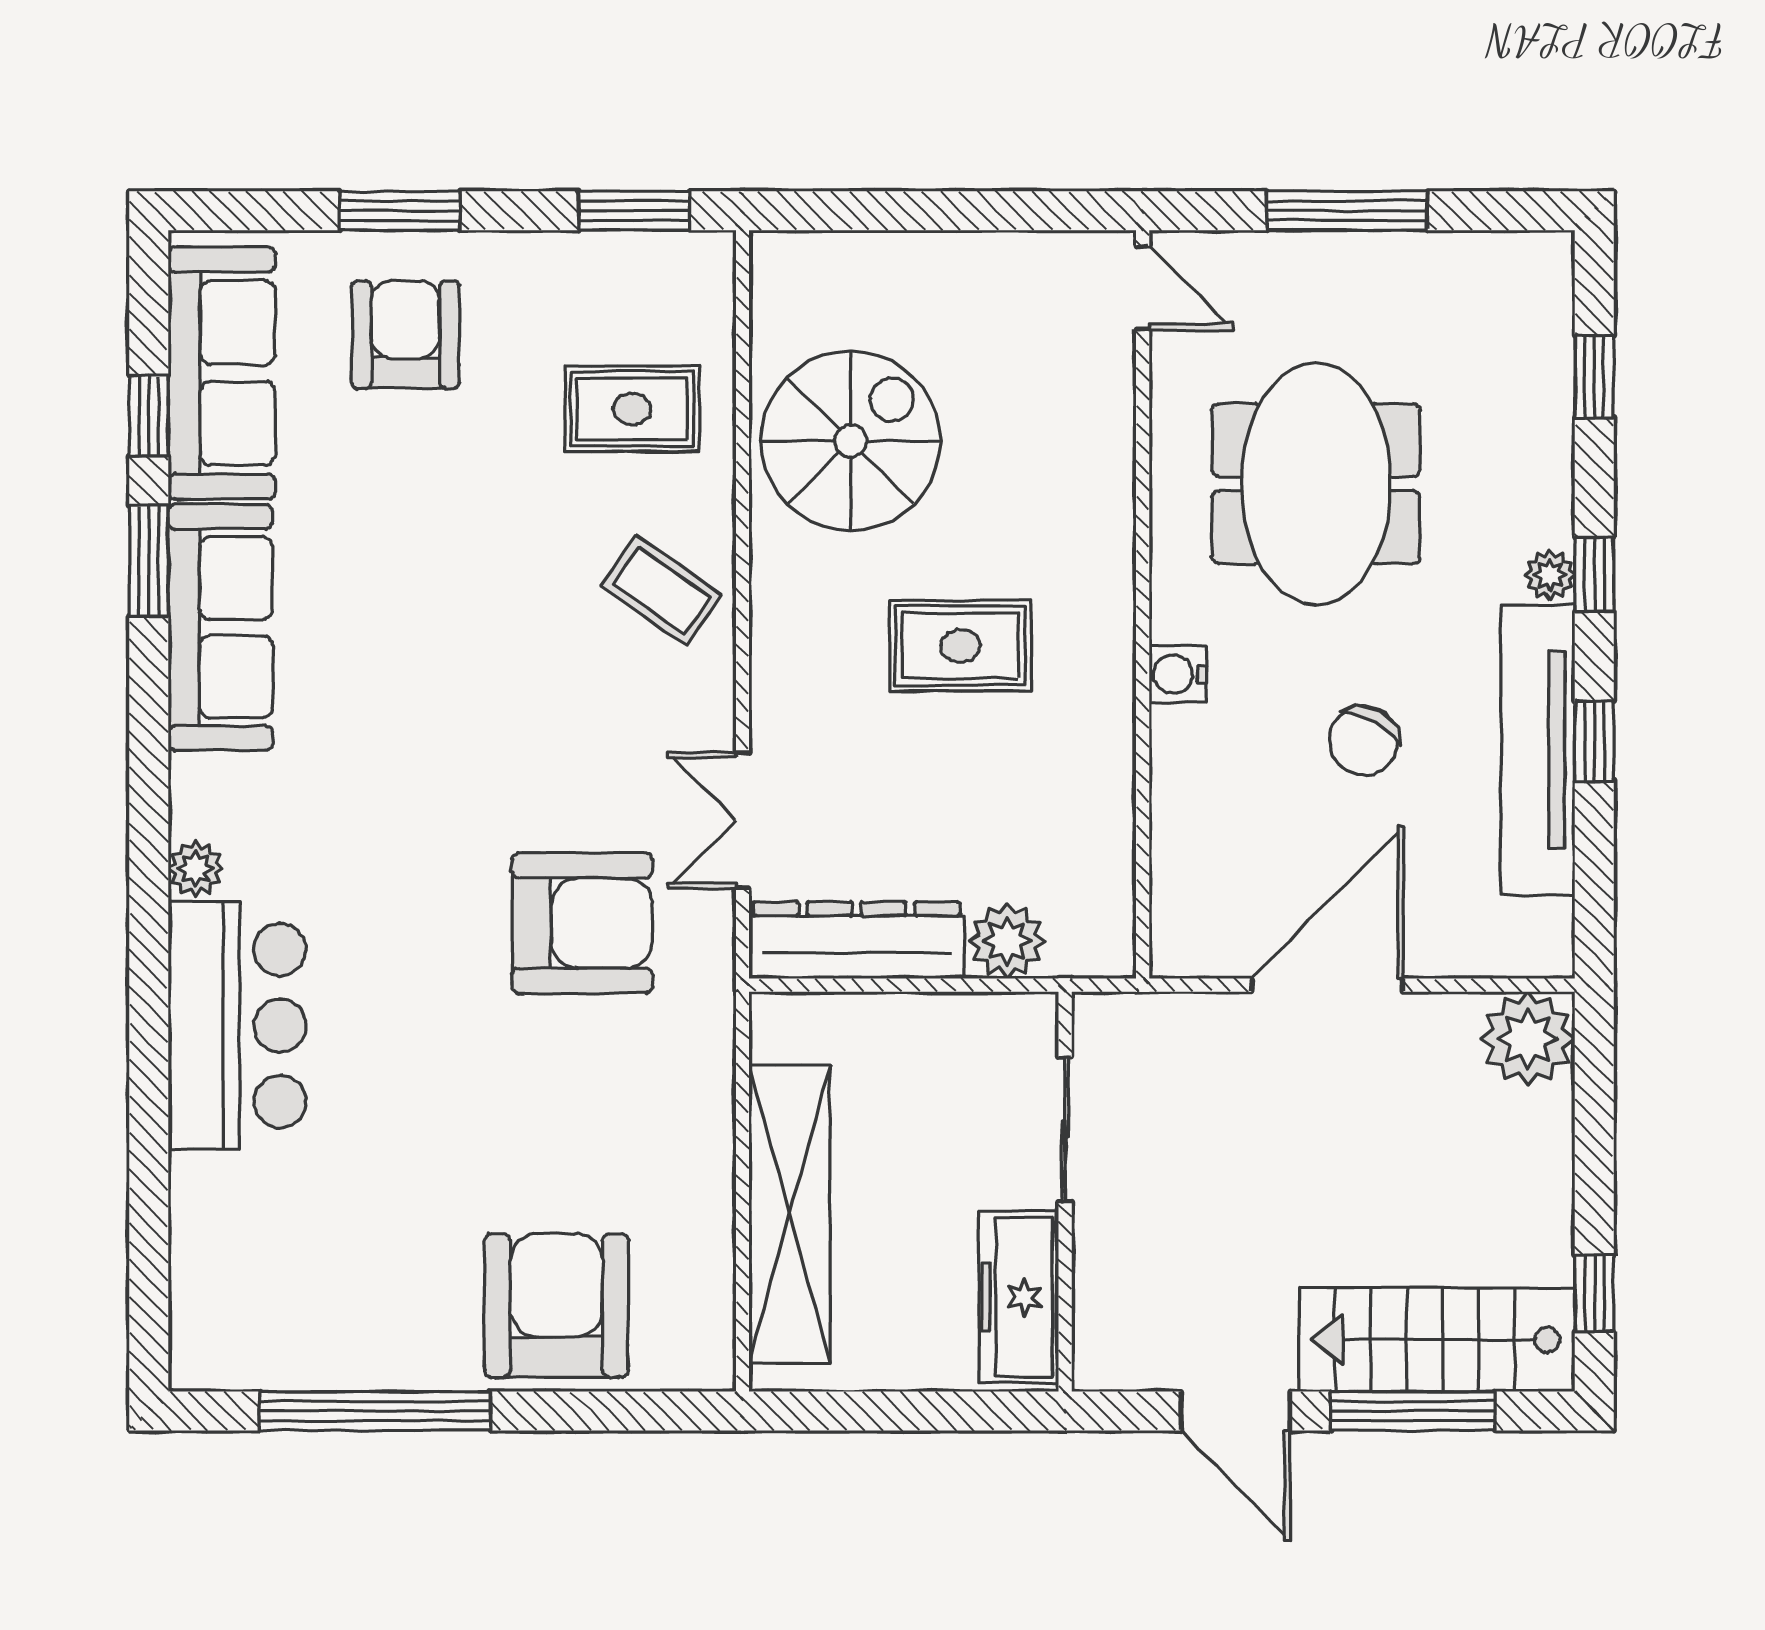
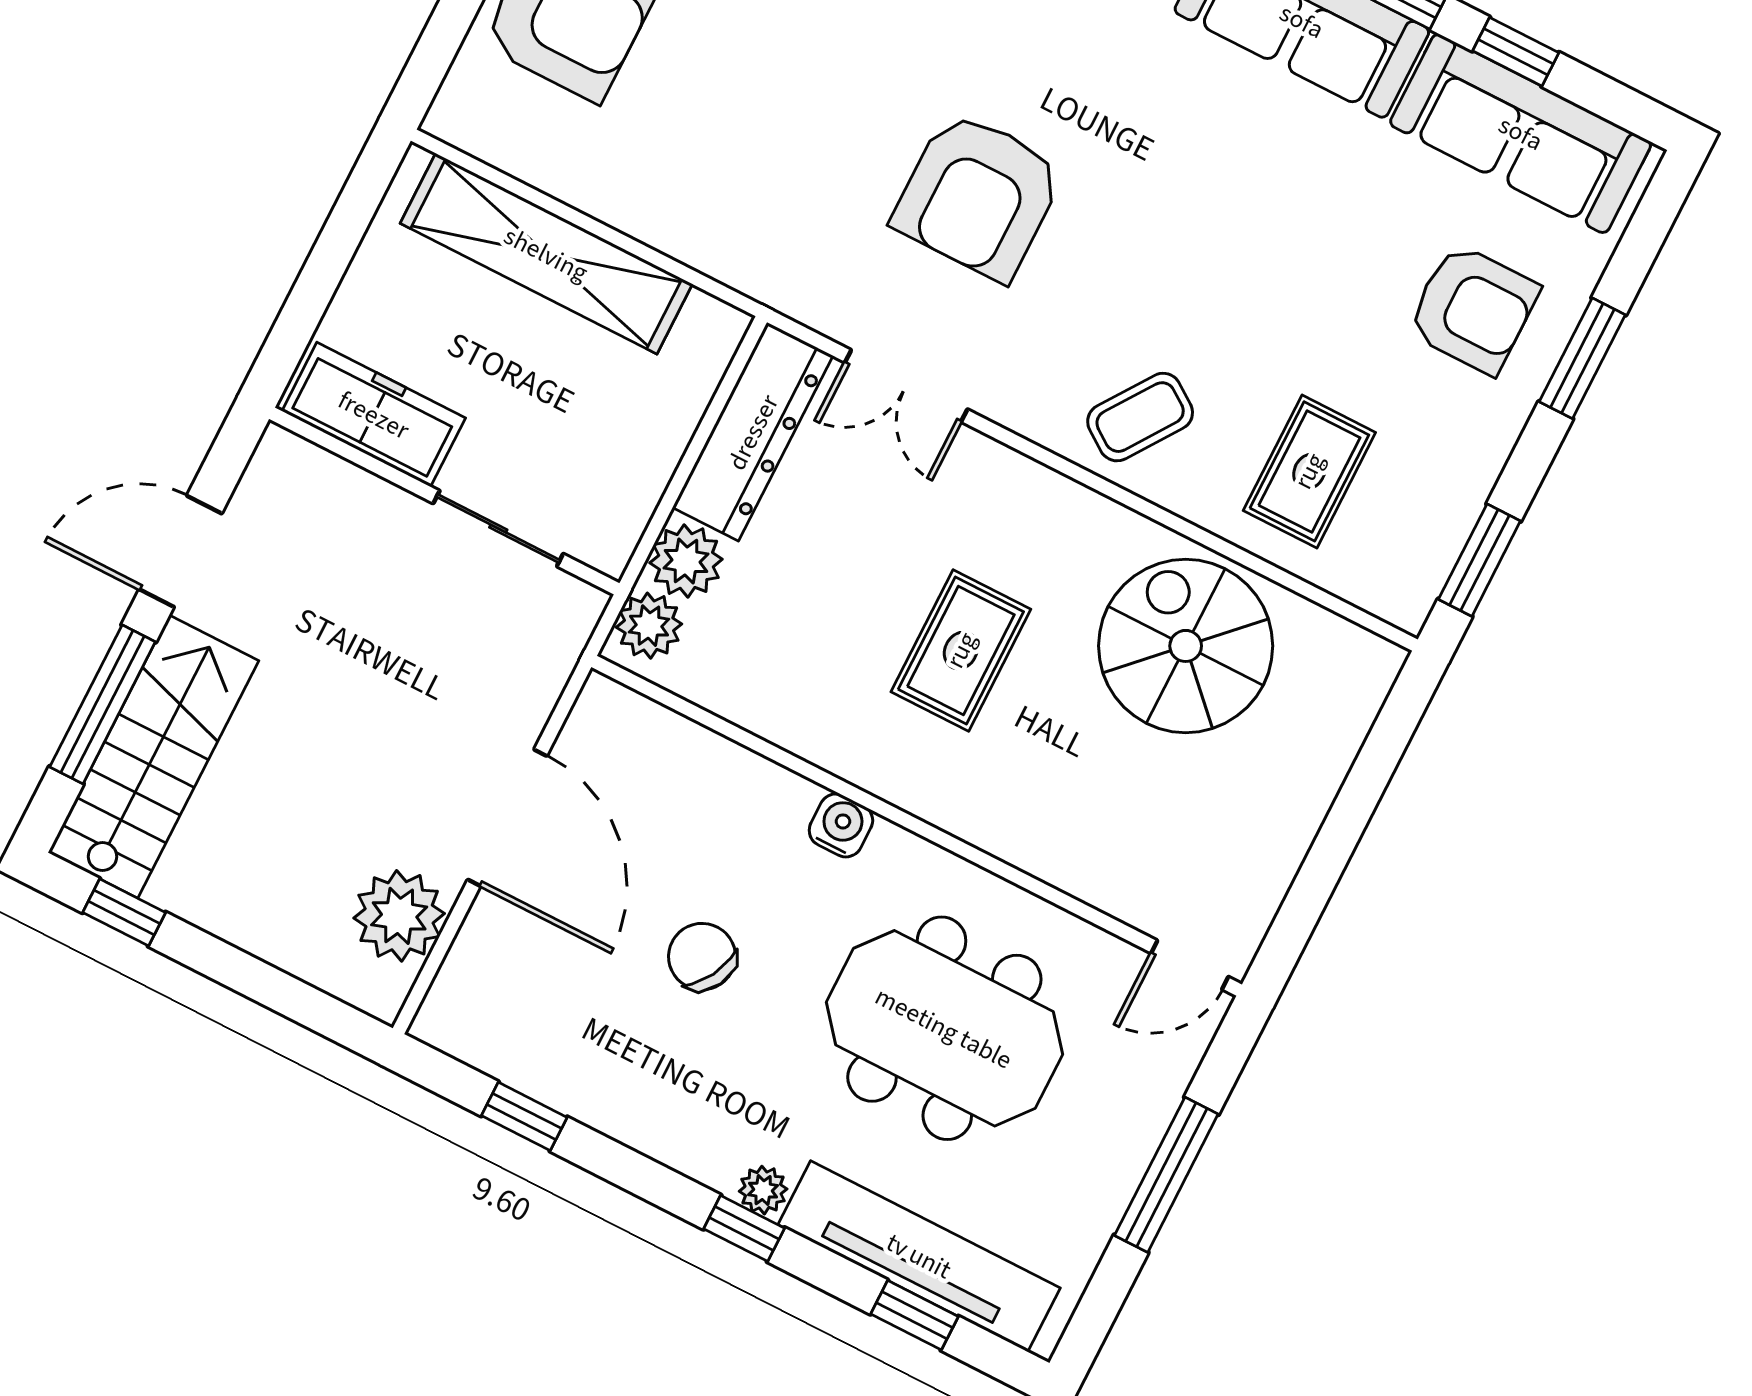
spiral stairs: (851, 441) -> (1186, 646), turned 180
window: (1594, 741) -> (524, 1116), moved
tv unit: (1538, 750) -> (919, 1256), moved
double door: (742, 820) -> (906, 386), swing flipped
armchair: (582, 923) -> (978, 196), moved
plant: (1084, 945) -> (649, 626), added
plant: (1528, 1039) -> (399, 916), moved

